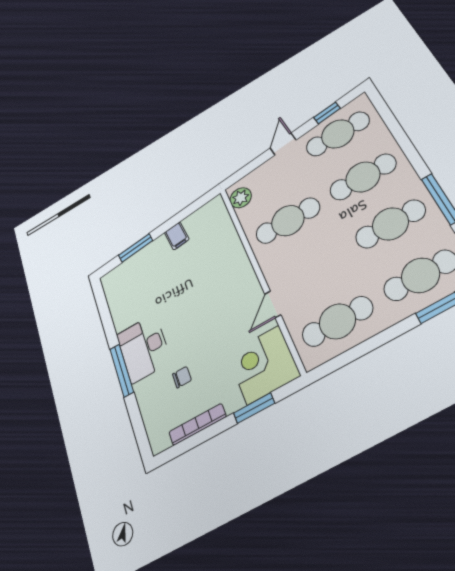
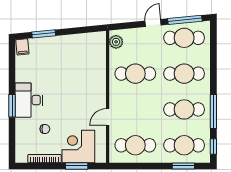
window: (327, 113) -> (185, 20), width x2.17
filing cabinet: (177, 236) -> (22, 47), moved
corner desk: (263, 365) -> (78, 146), moved
window: (122, 370) -> (12, 106), width x0.69

